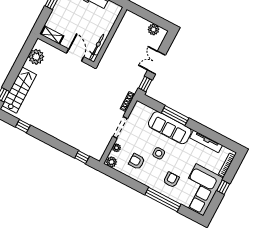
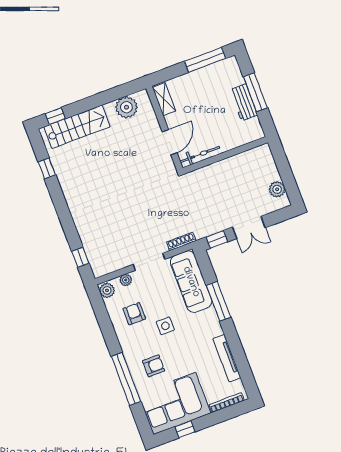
double door: (156, 63) -> (249, 227), swing flipped
sofa: (170, 128) -> (191, 282), moved
window: (223, 187) -> (185, 429), moved

